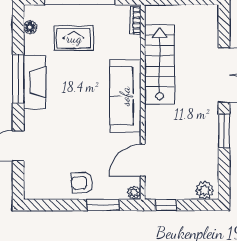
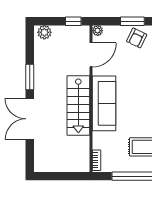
stairs: (160, 64) -> (78, 105), moved
armchair: (82, 183) -> (137, 38), turned 118
window: (103, 205) -> (132, 21), moved

